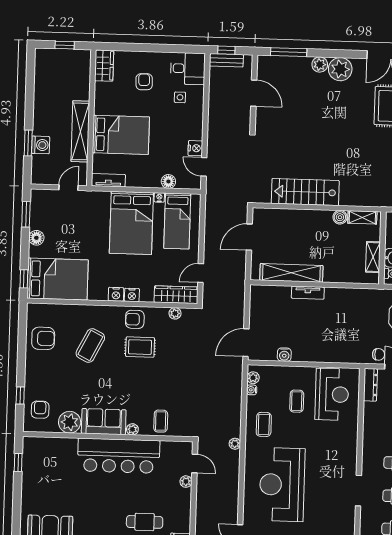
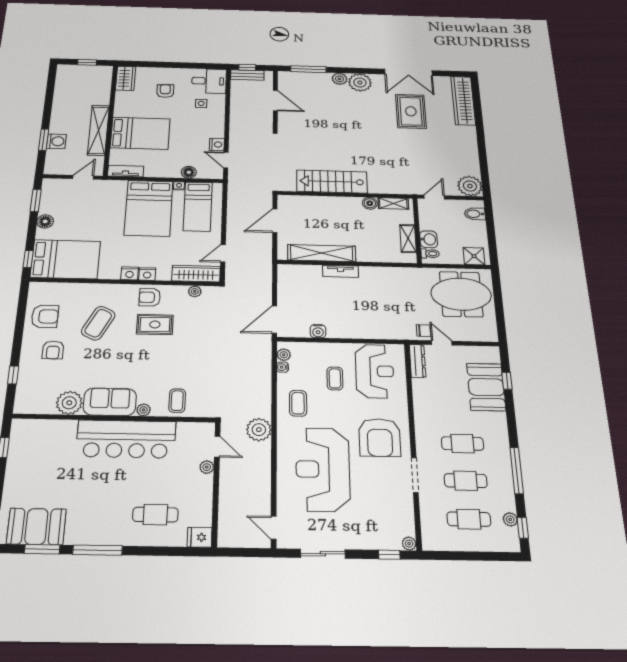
armchair: (40, 410) -> (53, 350), moved, turned 180
plant: (235, 444) -> (259, 430), width x1.87, depth x1.87
armchair: (332, 457) -> (380, 437), added

